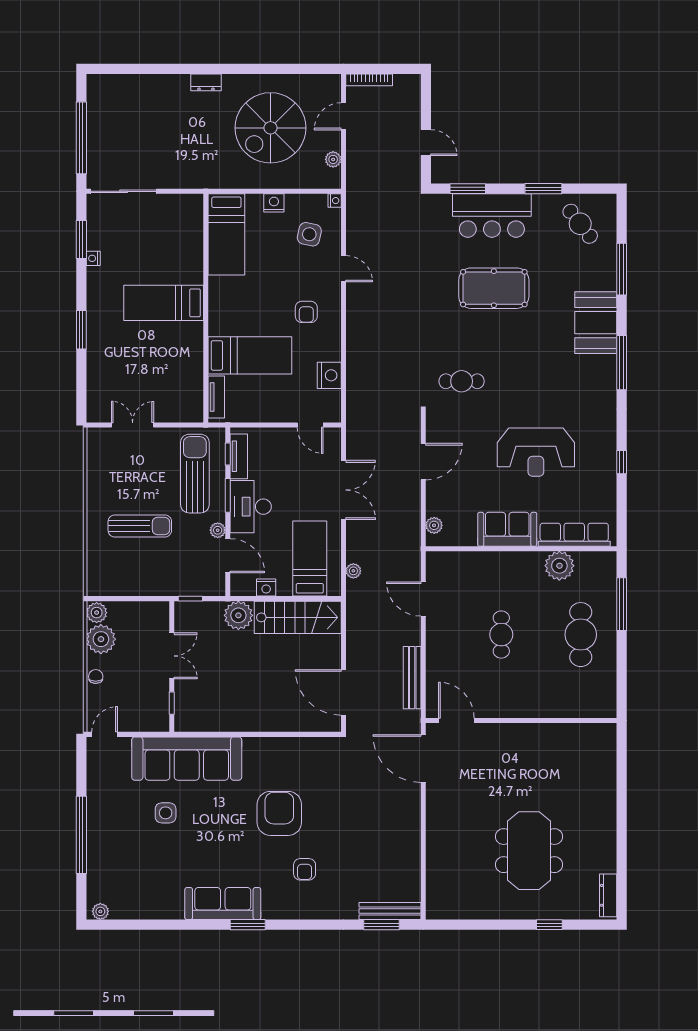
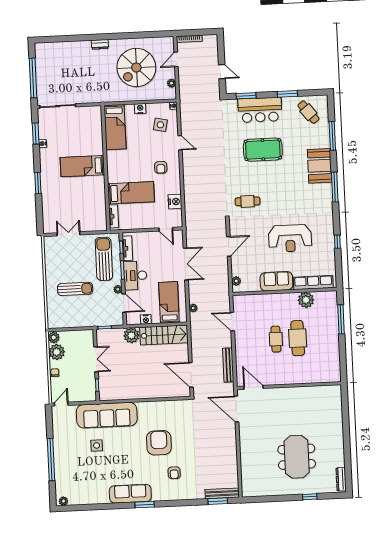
cafe table: (581, 635) -> (298, 338), moved

